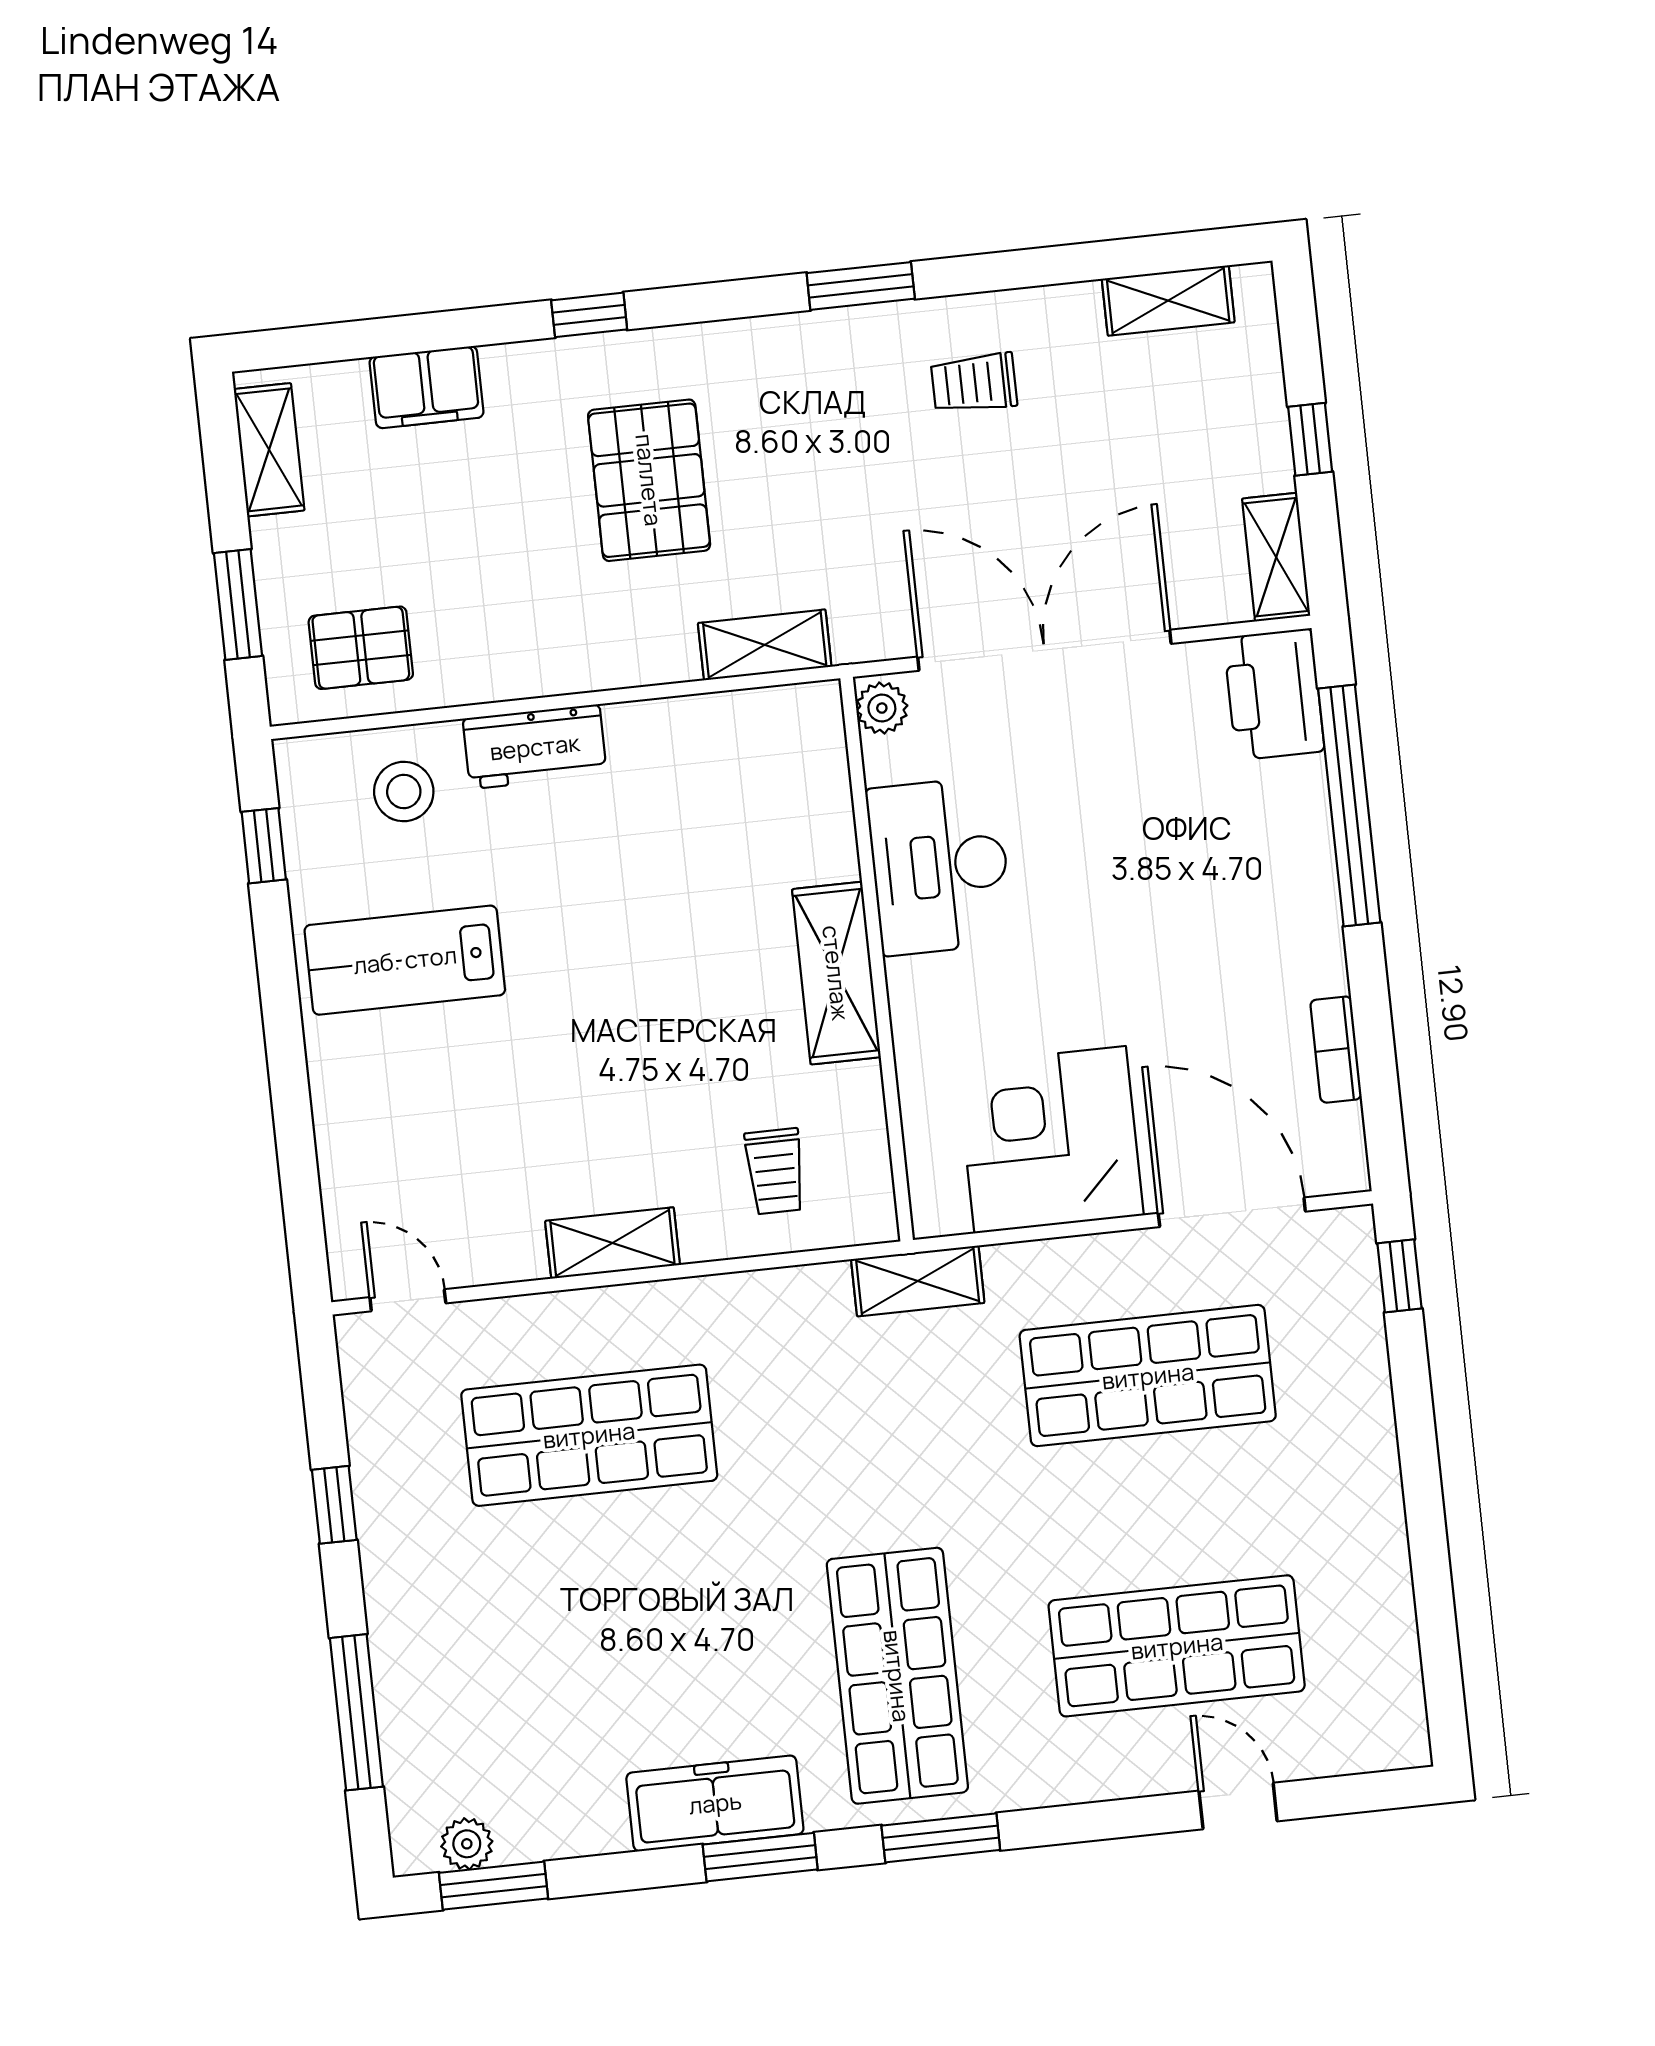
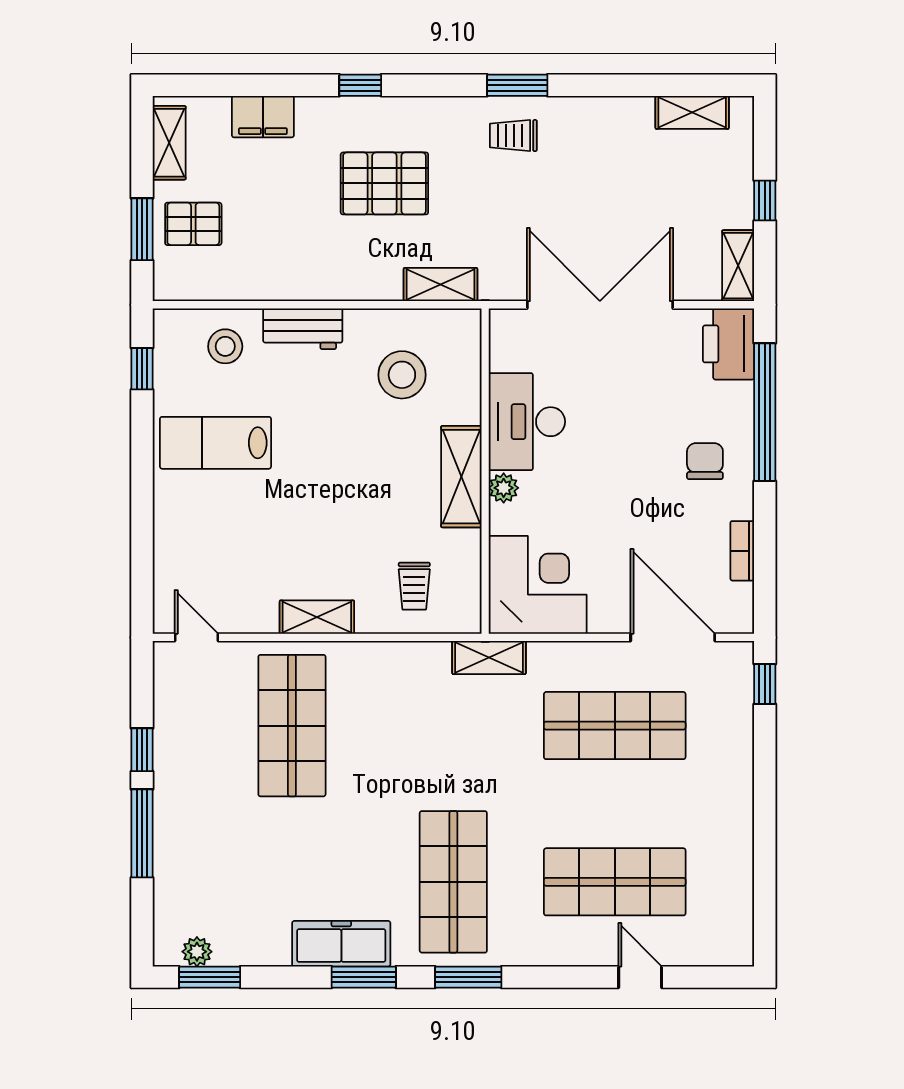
trolley: (974, 383) -> (513, 136), moved
pallet: (649, 480) -> (384, 183), turned 90
pallet: (361, 648) -> (193, 224), moved
plant: (882, 708) -> (504, 488), moved
stool: (715, 808) -> (402, 375), added
chair: (1255, 901) -> (705, 461), added
corner desk: (1050, 1140) -> (538, 585), moved, turned 90
shop shelf: (589, 1435) -> (292, 726), turned 90
window: (356, 1712) -> (142, 833), moved

